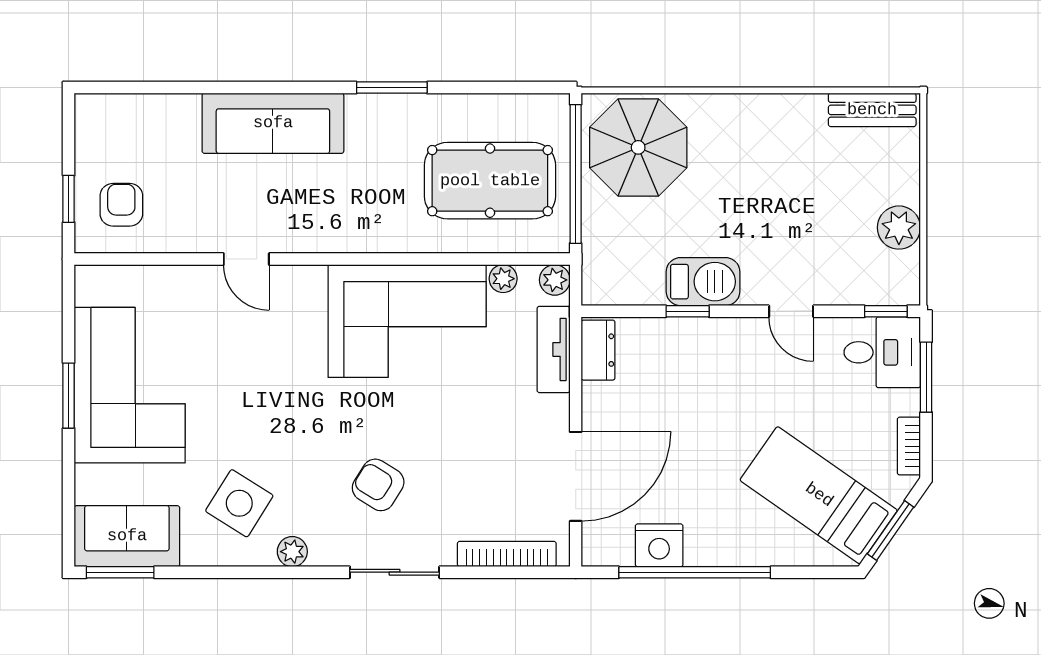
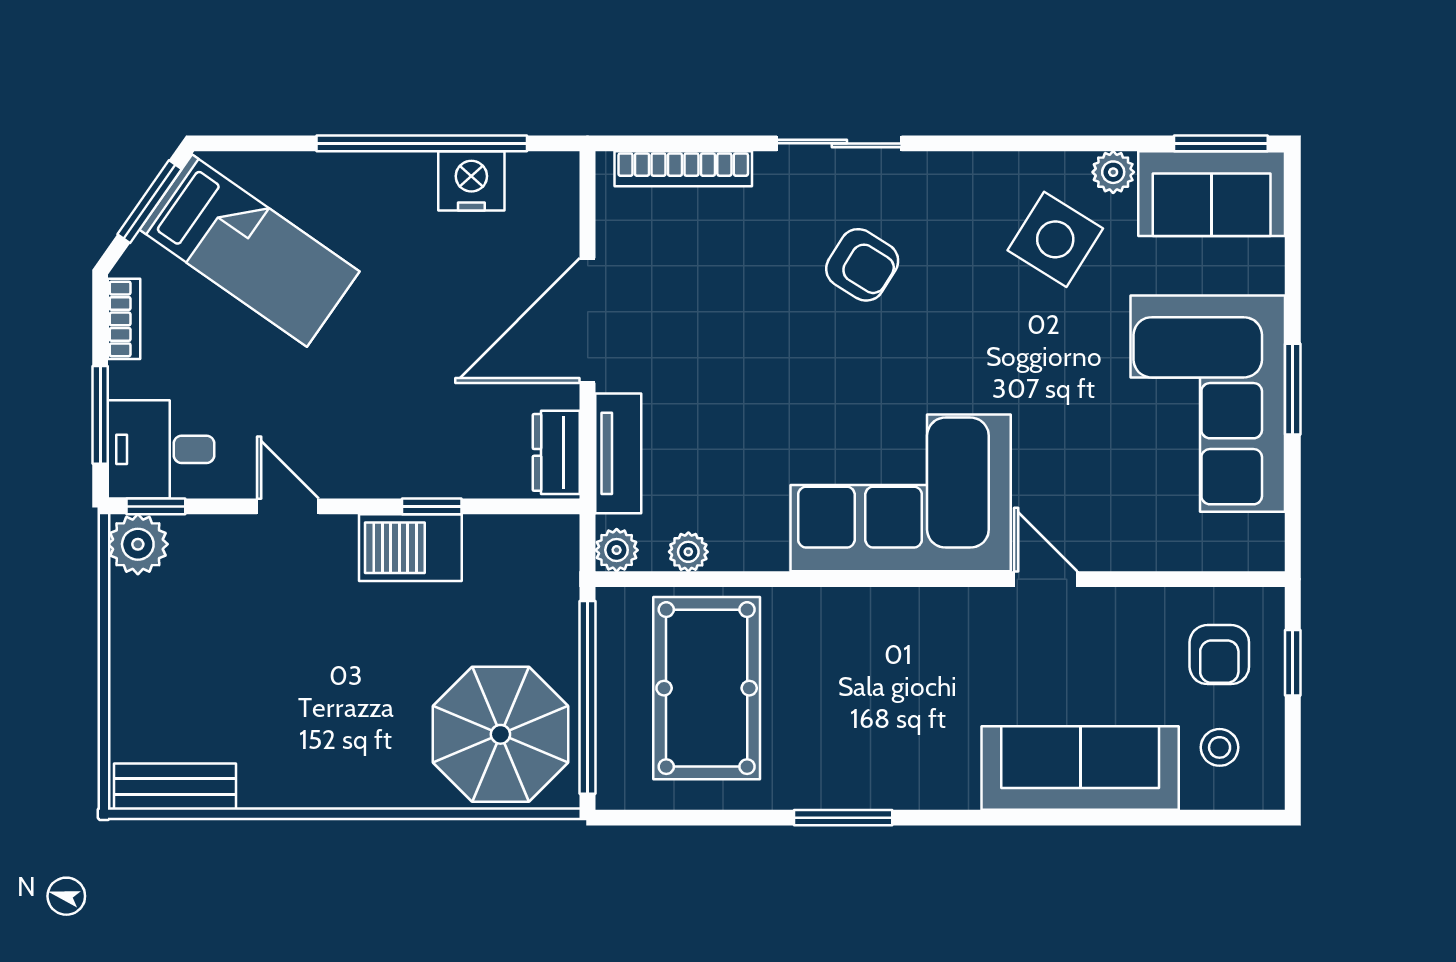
sofa: (273, 123) -> (1080, 768), moved
stool: (121, 138) -> (1220, 747), added
pool table: (490, 181) -> (707, 688), turned 90
plant: (899, 228) -> (138, 544), moved
corner sofa: (407, 321) -> (901, 493), moved
door: (576, 476) -> (588, 320), moved
plant: (292, 552) -> (1113, 172), moved

